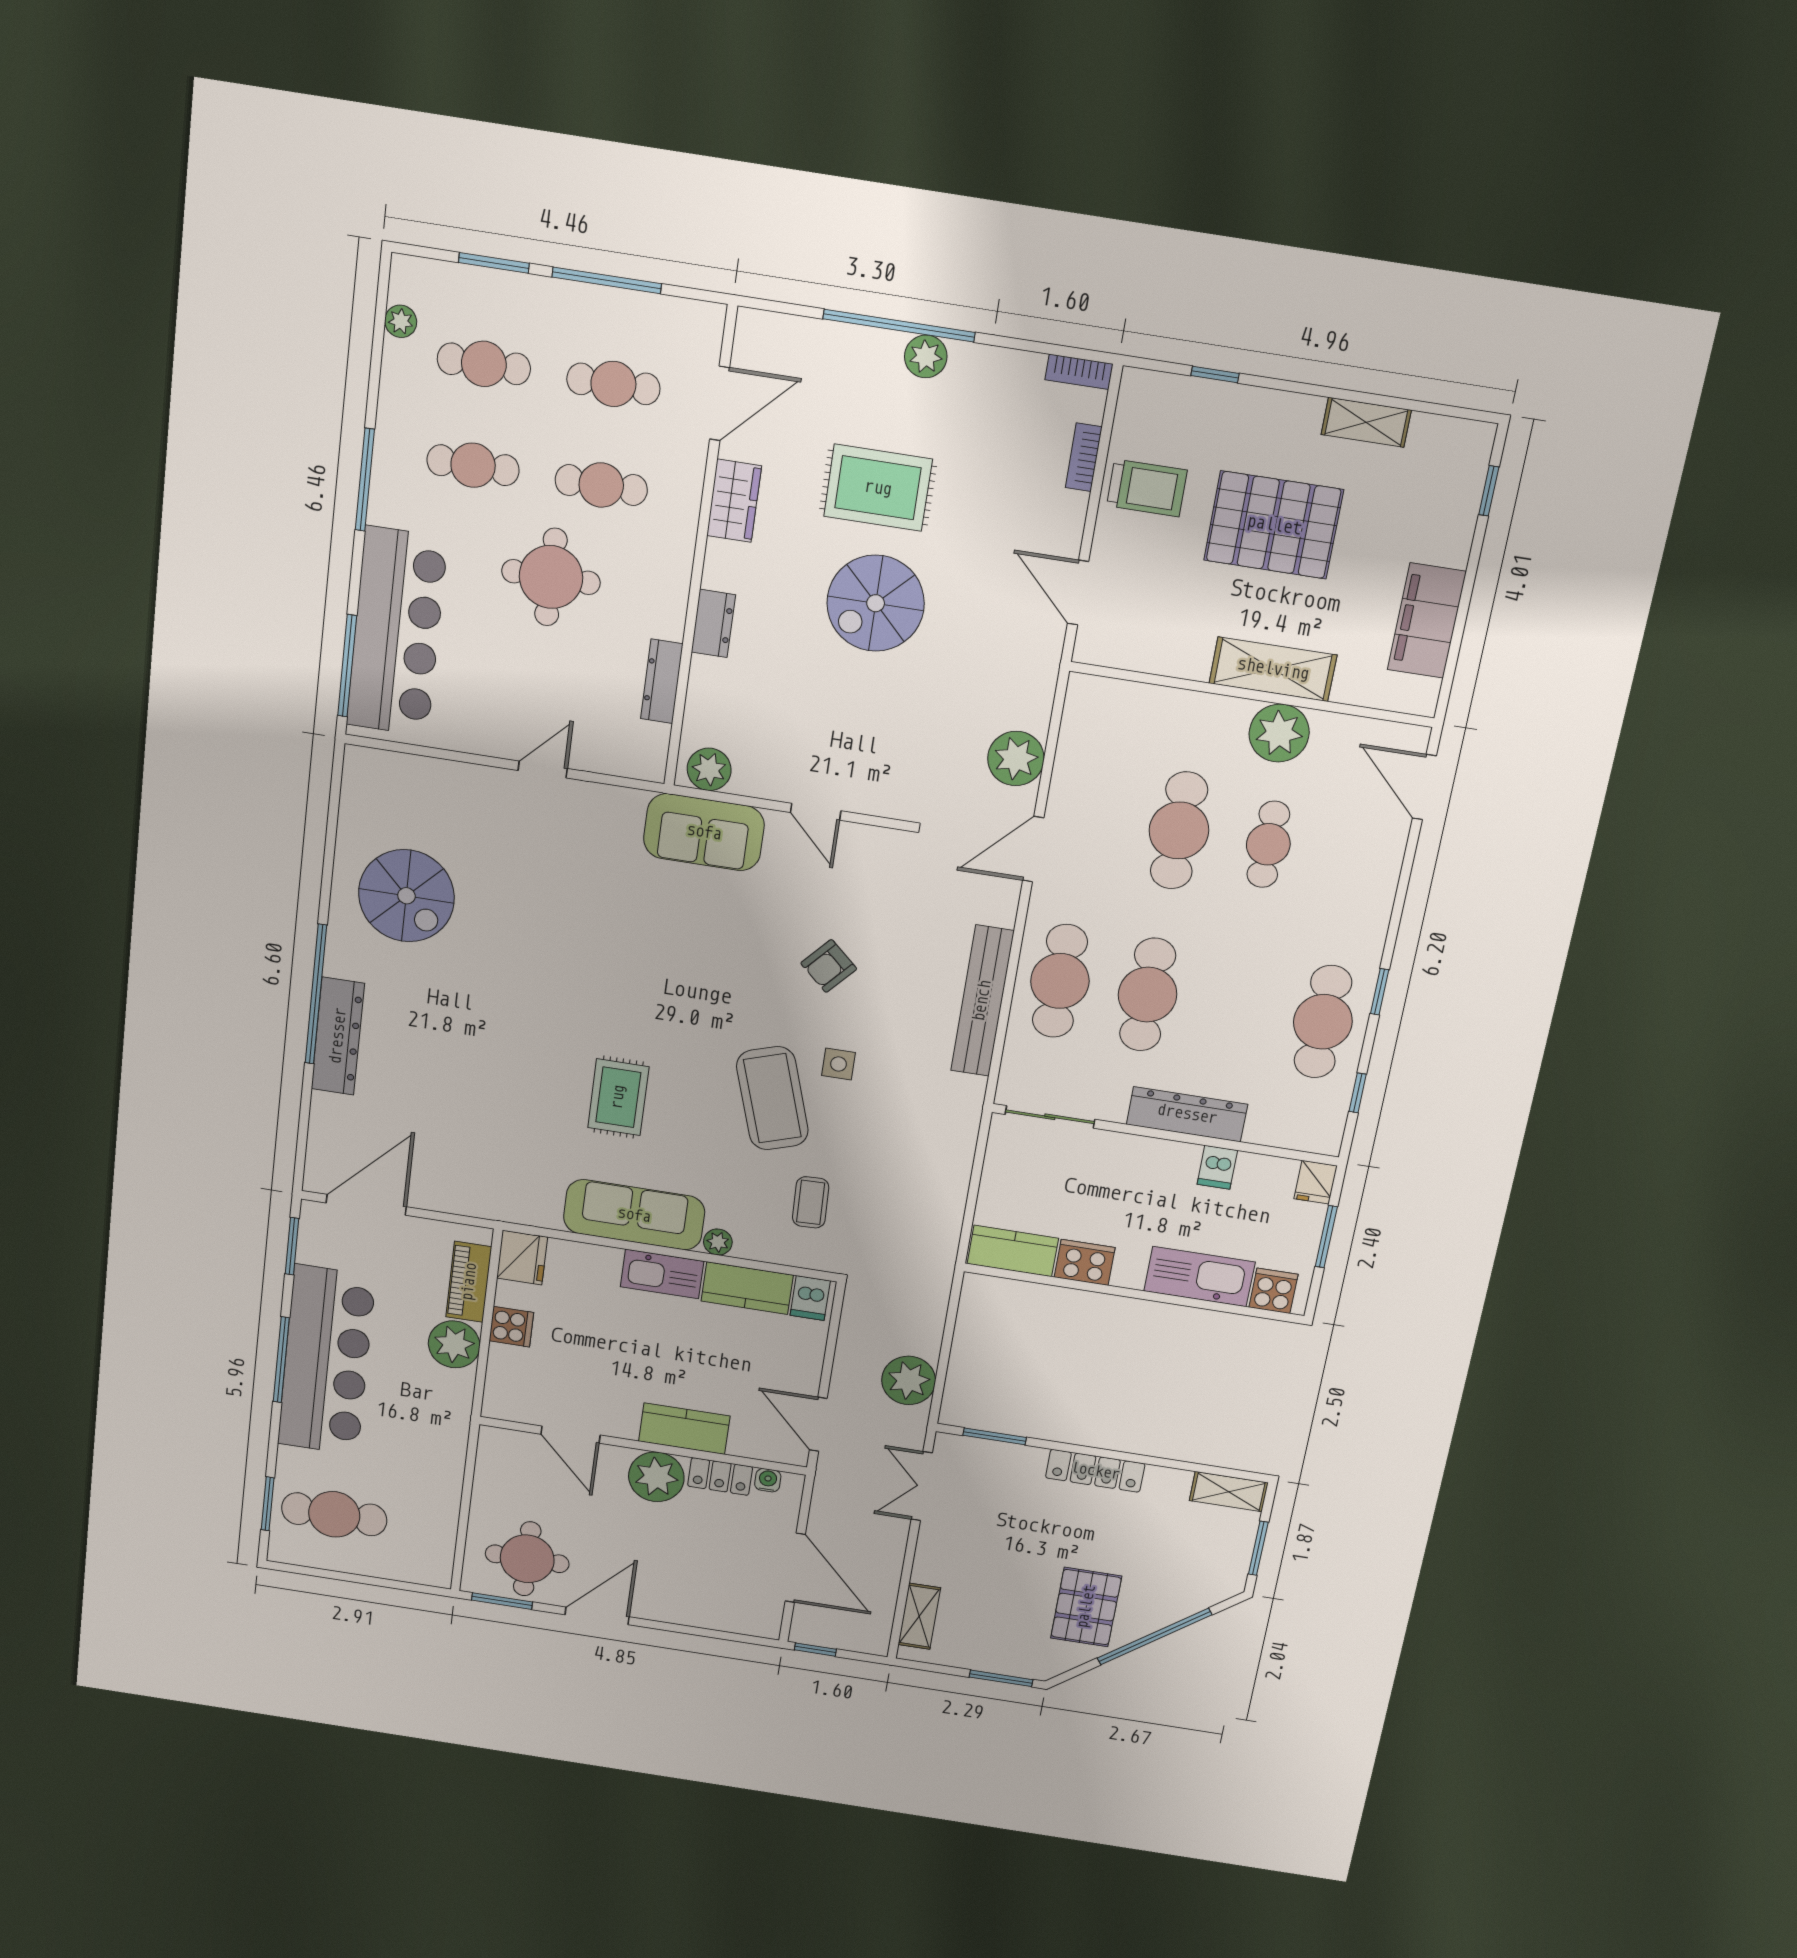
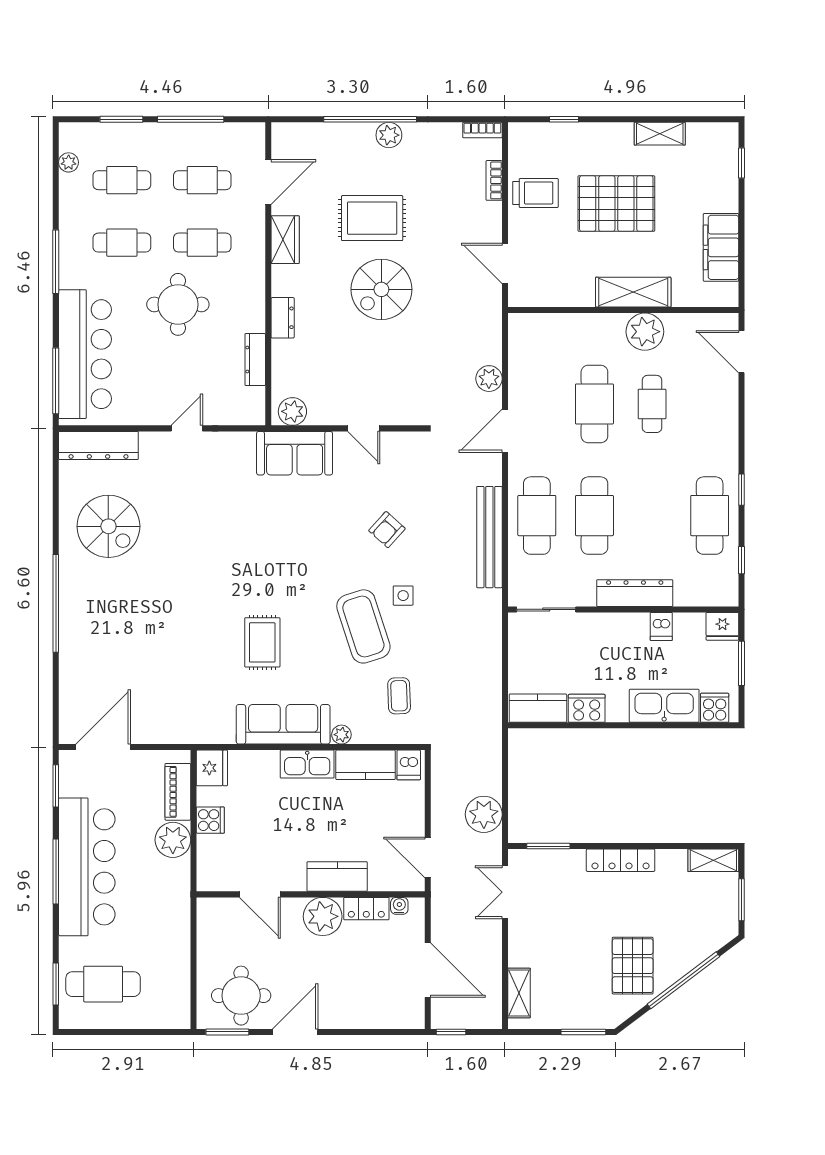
plant: (1016, 758) -> (489, 379), width x0.73, depth x0.73
dresser: (338, 1036) -> (98, 445), moved, turned 90
fridge: (1316, 1182) -> (722, 626), width x1.38

